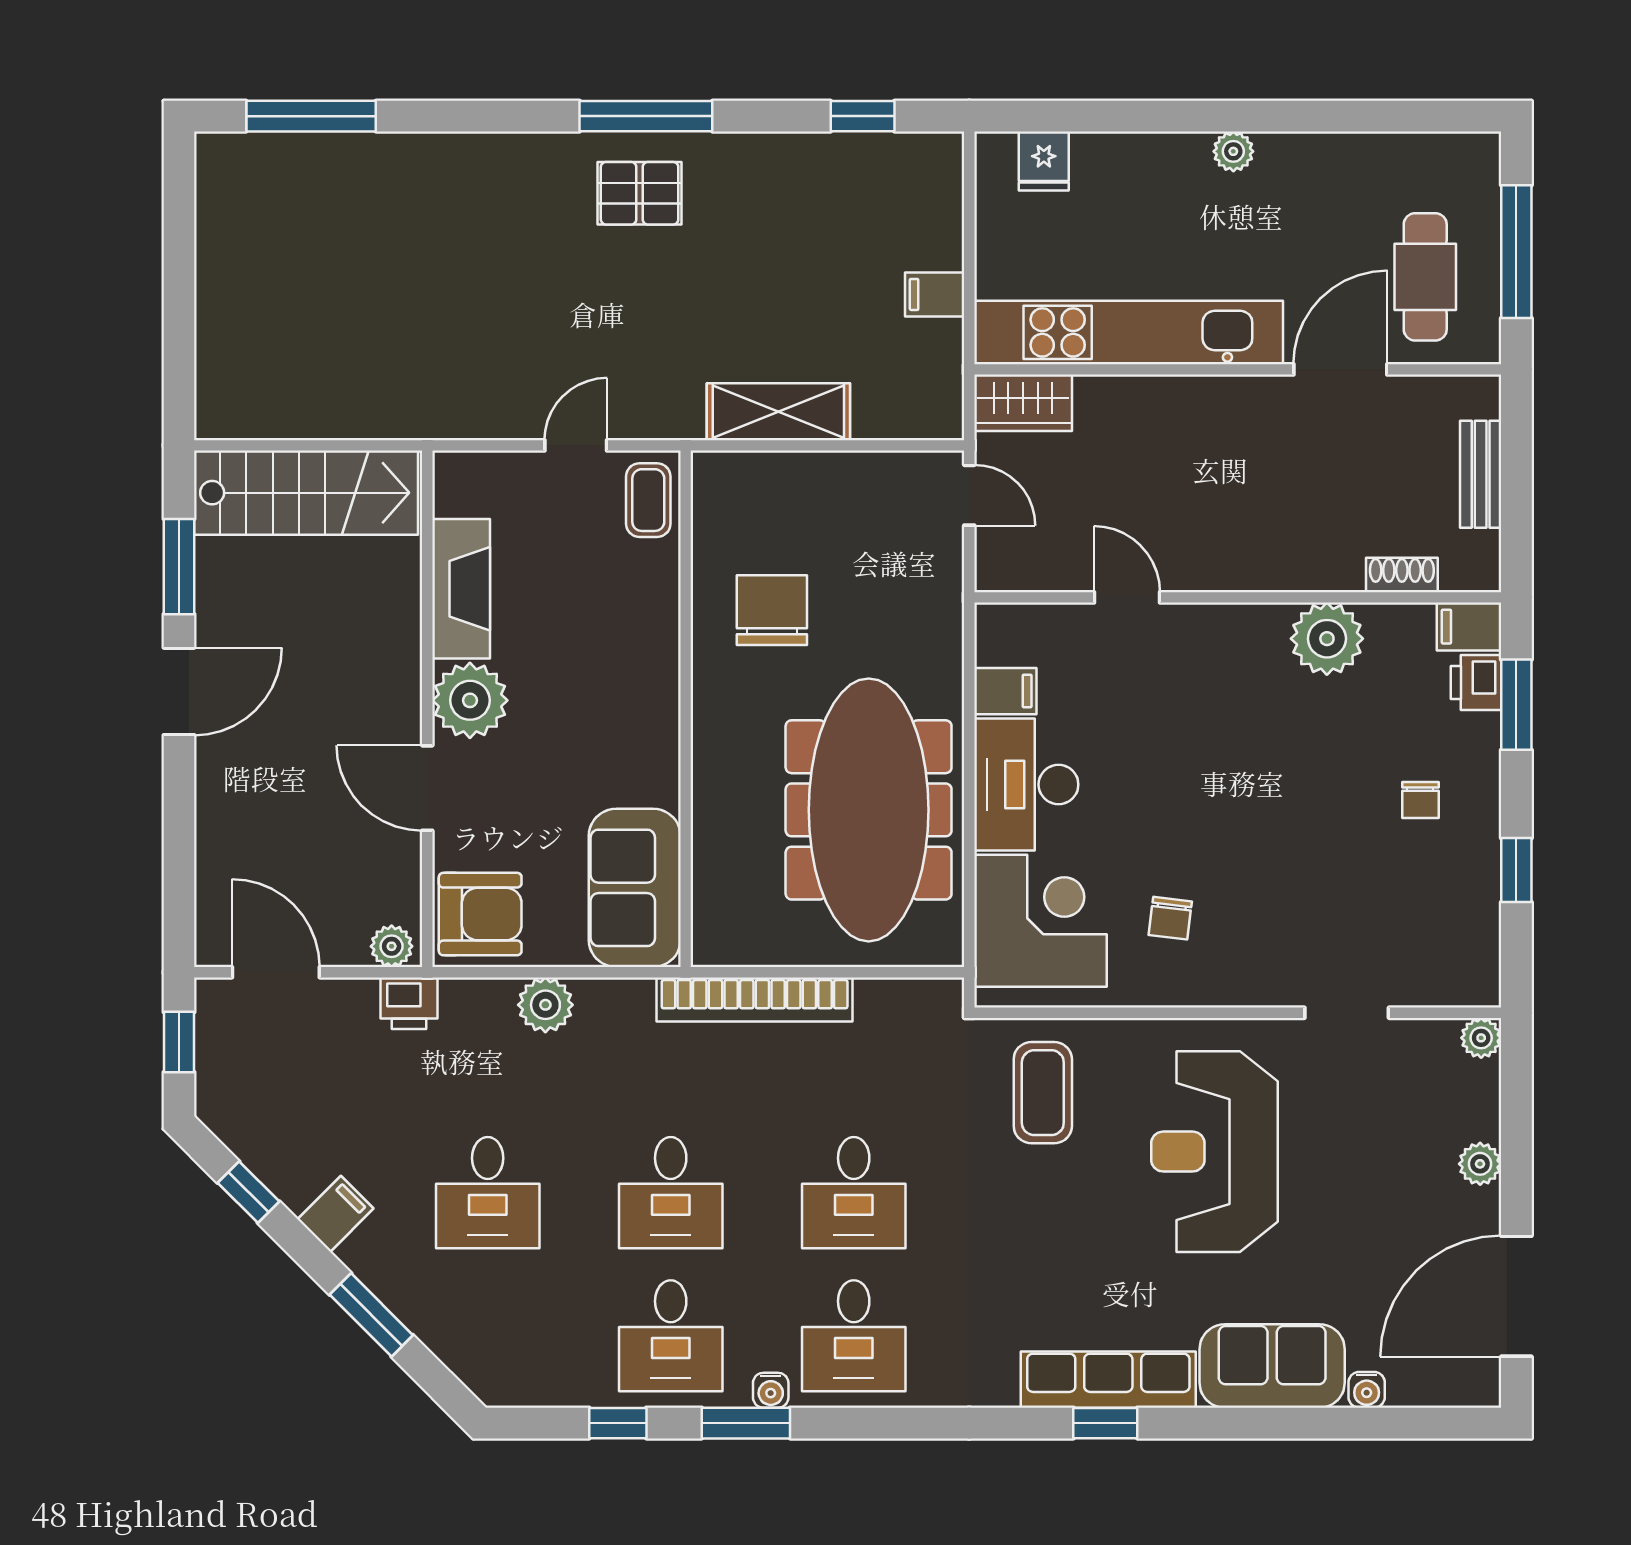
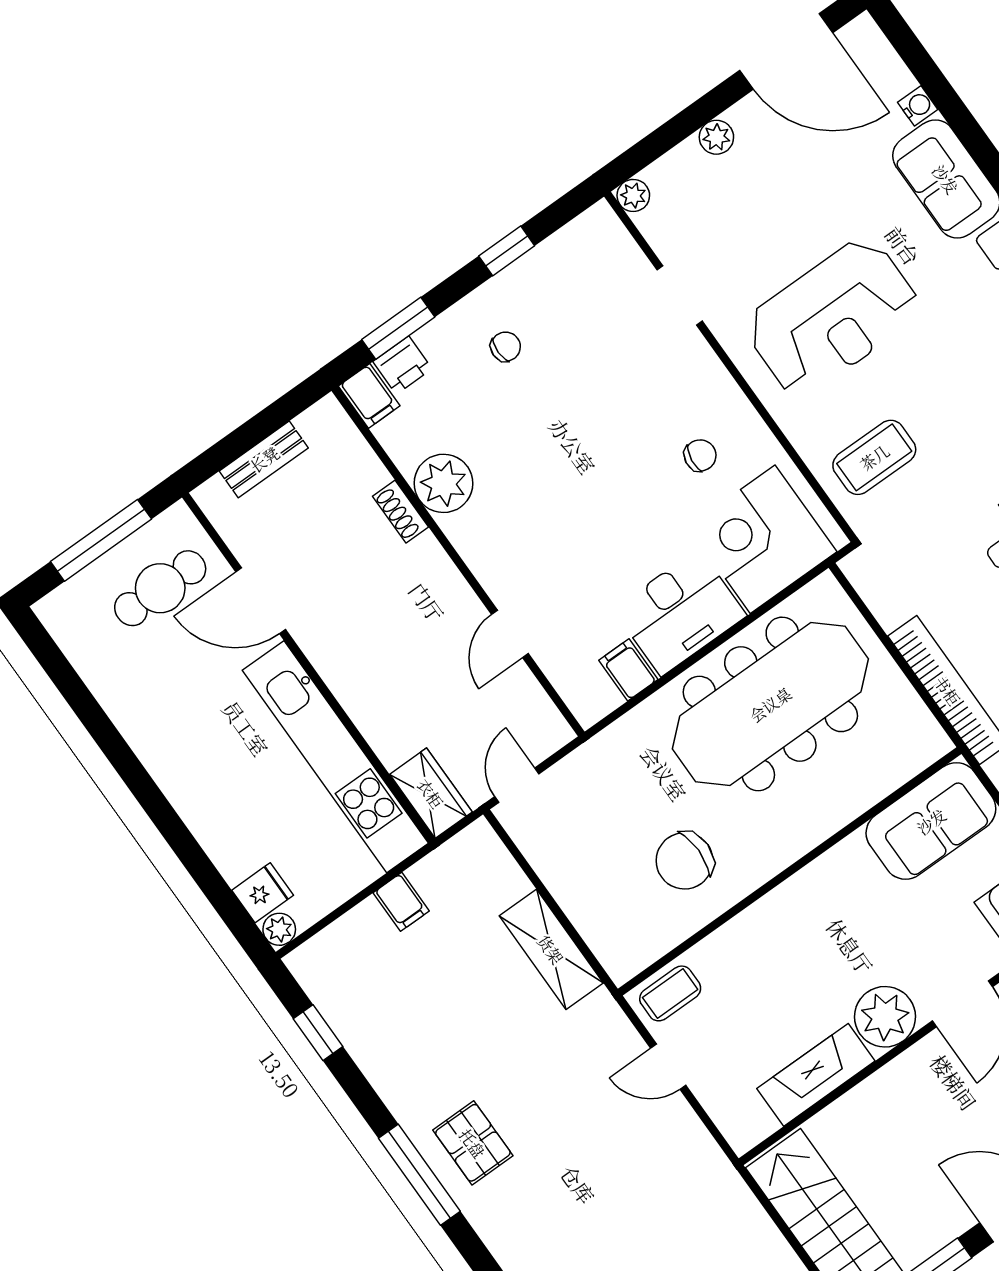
plant: (1233, 151) -> (279, 929), moved
shoe rack: (1402, 575) -> (401, 512), moved

